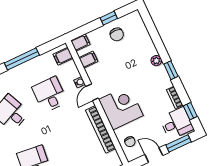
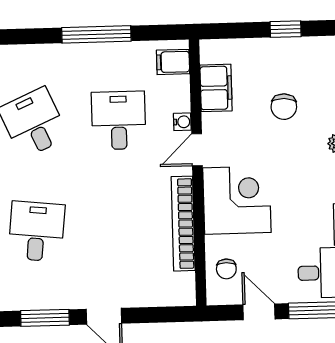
chair: (117, 34) -> (284, 107), moved
filing cabinet: (80, 42) -> (215, 51), removed
filing cabinet: (88, 60) -> (216, 88), width x2.00

